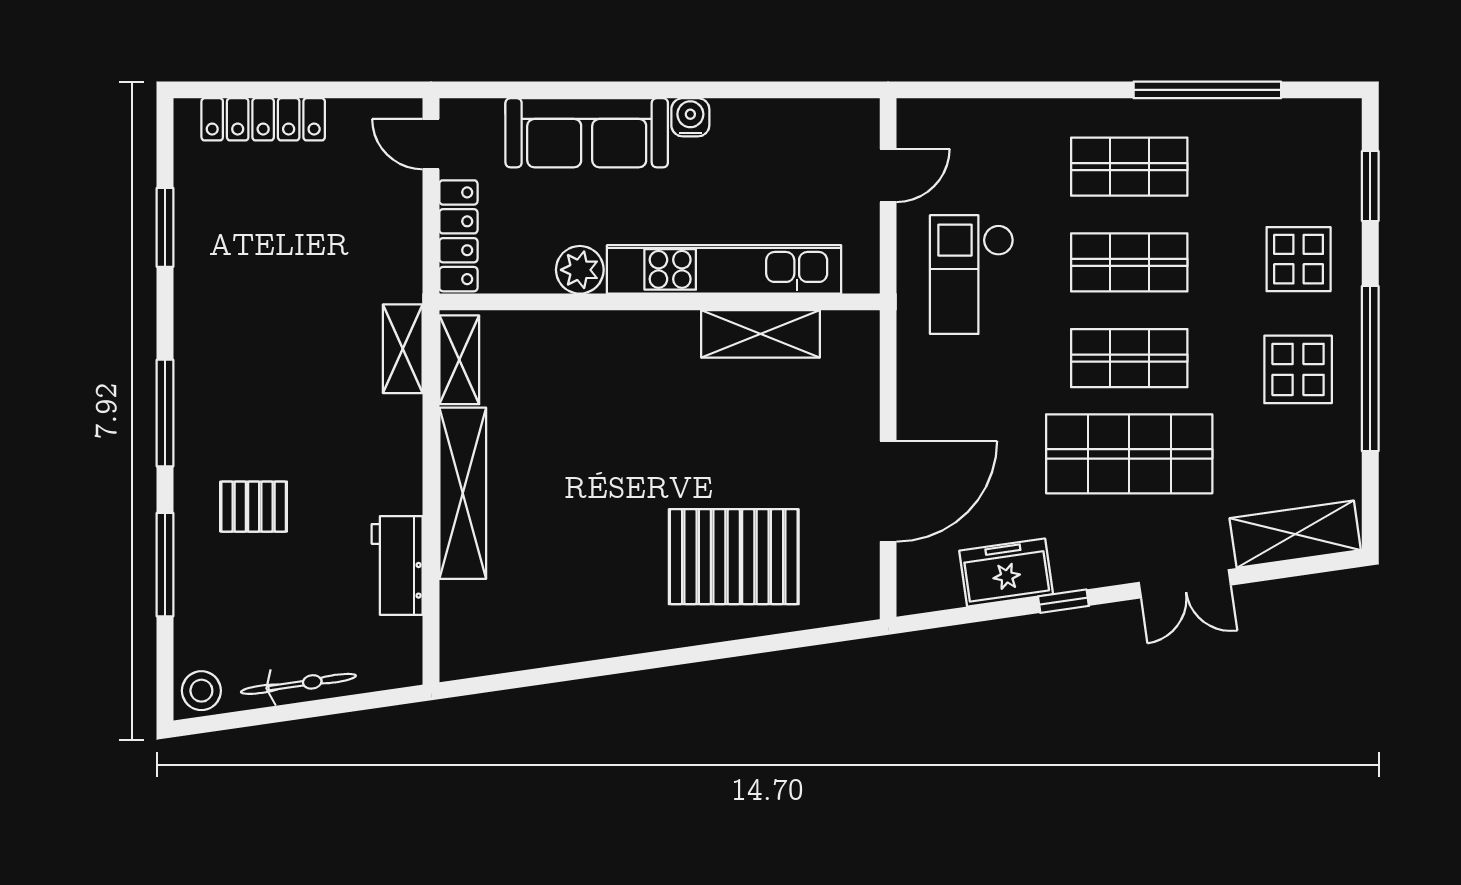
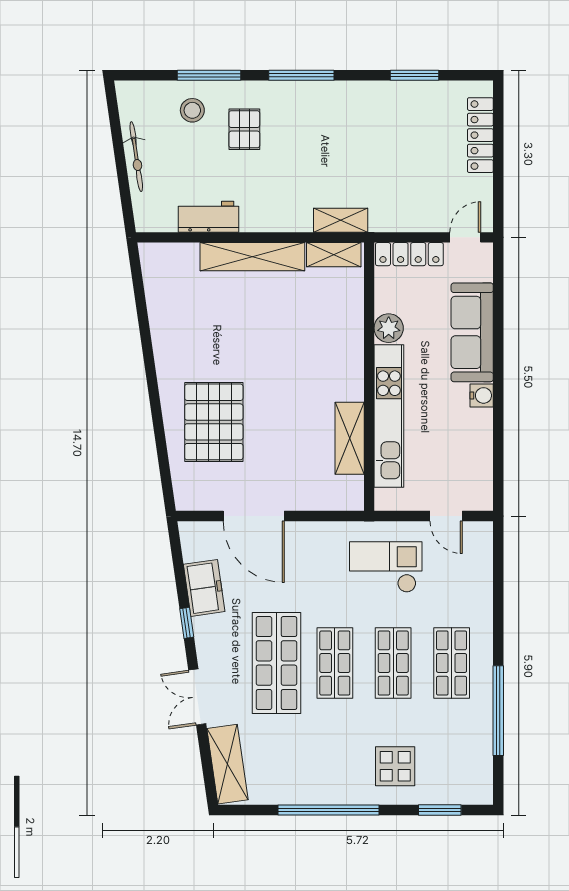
display table: (1298, 369) -> (328, 766), removed
stool: (201, 691) -> (192, 110), moved

